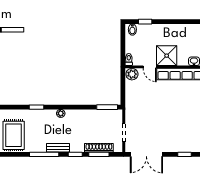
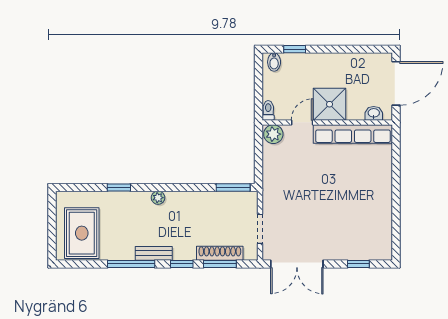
door: (150, 67) -> (302, 122), swing flipped

